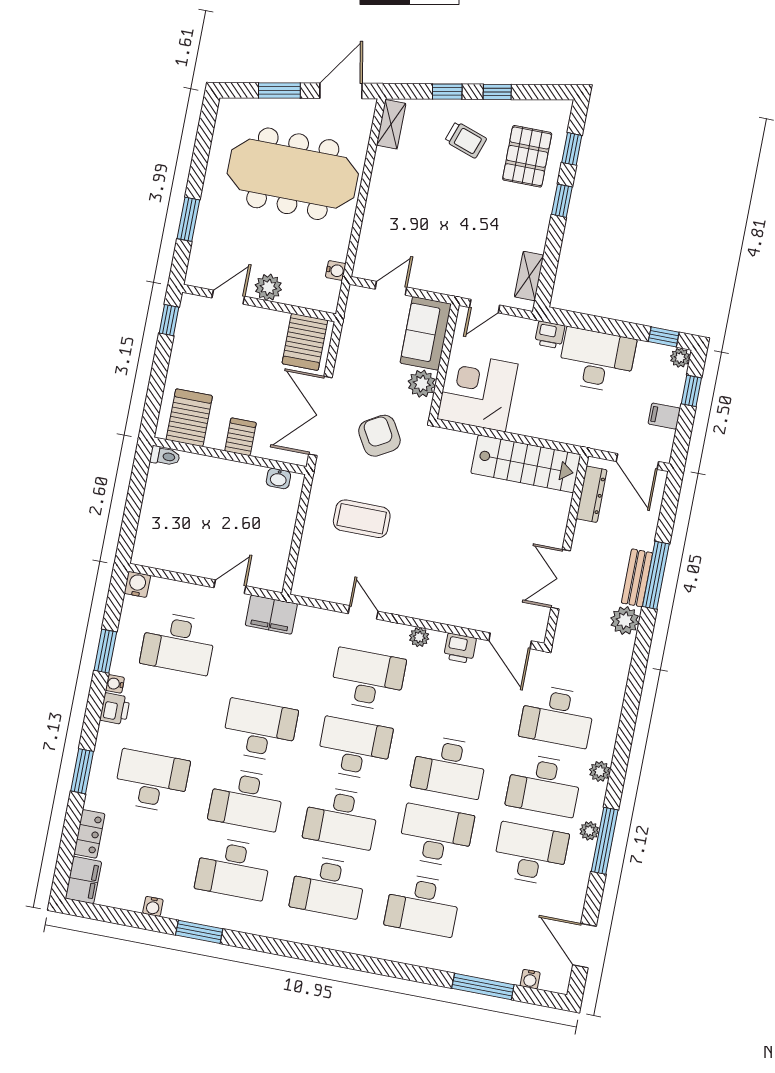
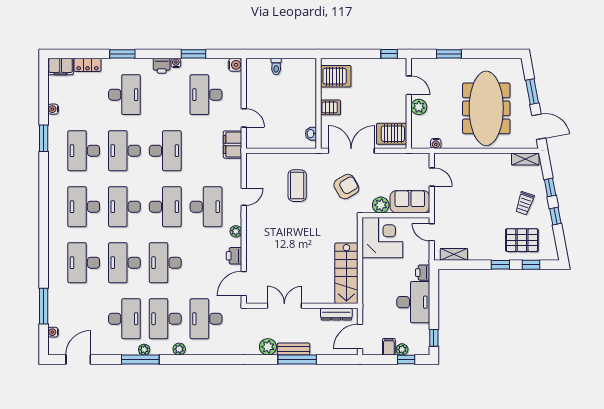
plant: (680, 358) -> (402, 349), moved
toilet: (165, 456) -> (276, 67), moved
desk: (436, 836) -> (124, 263), turned 180

